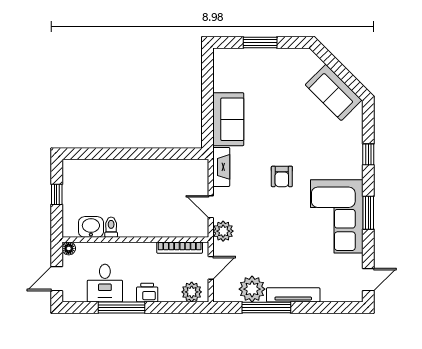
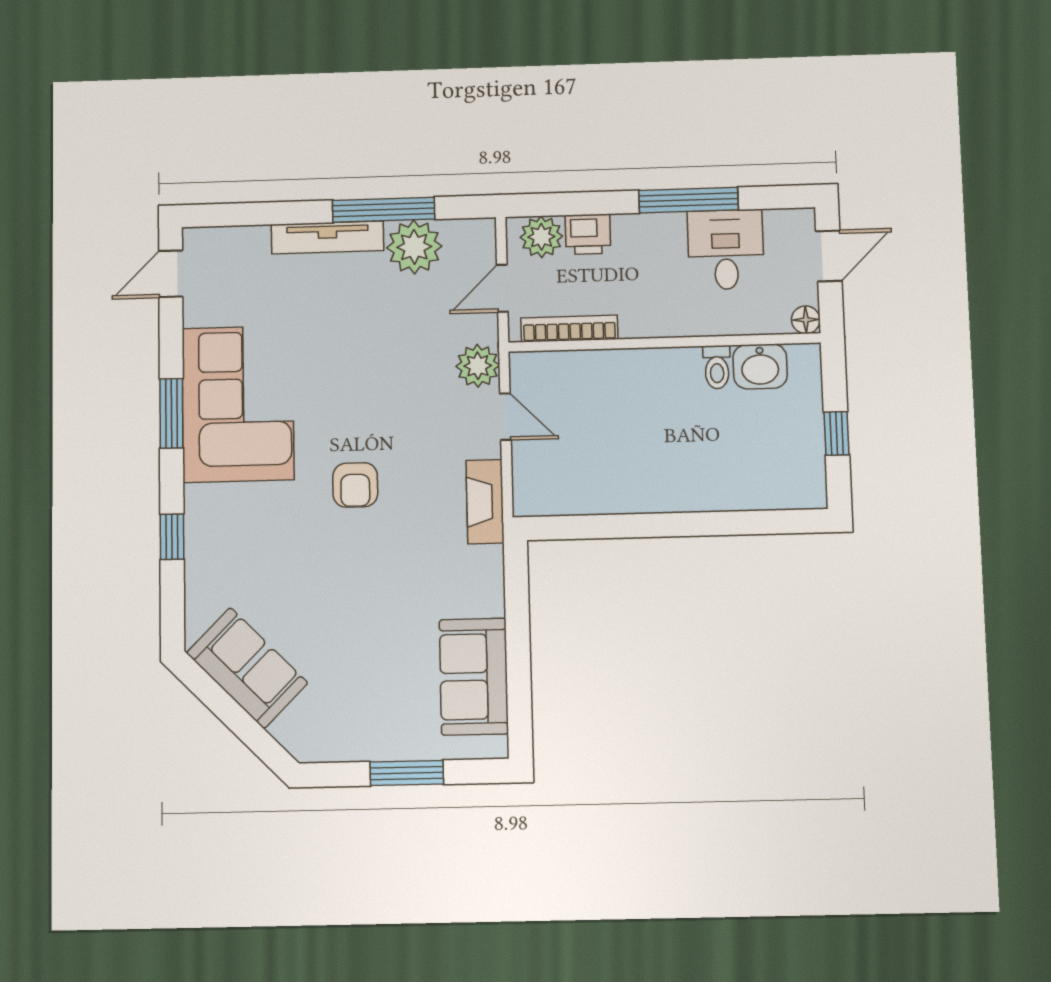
sofa: (228, 119) -> (474, 677), moved
armchair: (282, 176) -> (355, 485), turned 180
printer: (147, 293) -> (588, 234), moved

